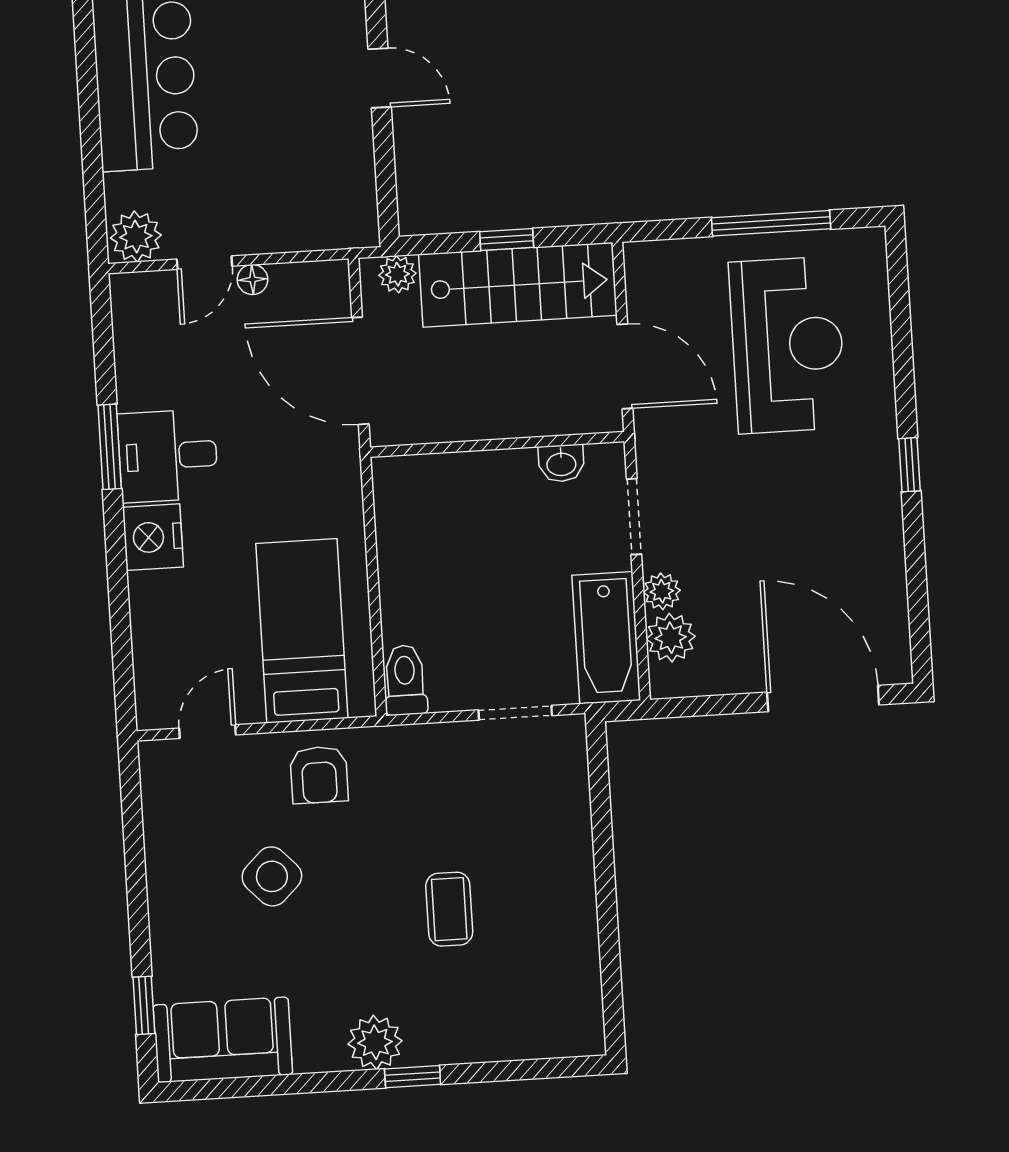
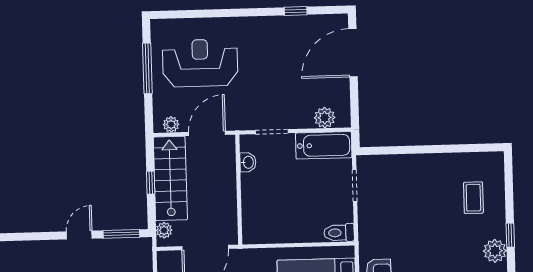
window: (386, 176) -> (121, 234), added
window: (910, 465) -> (296, 11), moved
plant: (662, 591) -> (171, 124), moved
coffee table: (449, 909) -> (473, 198), moved, turned 90

